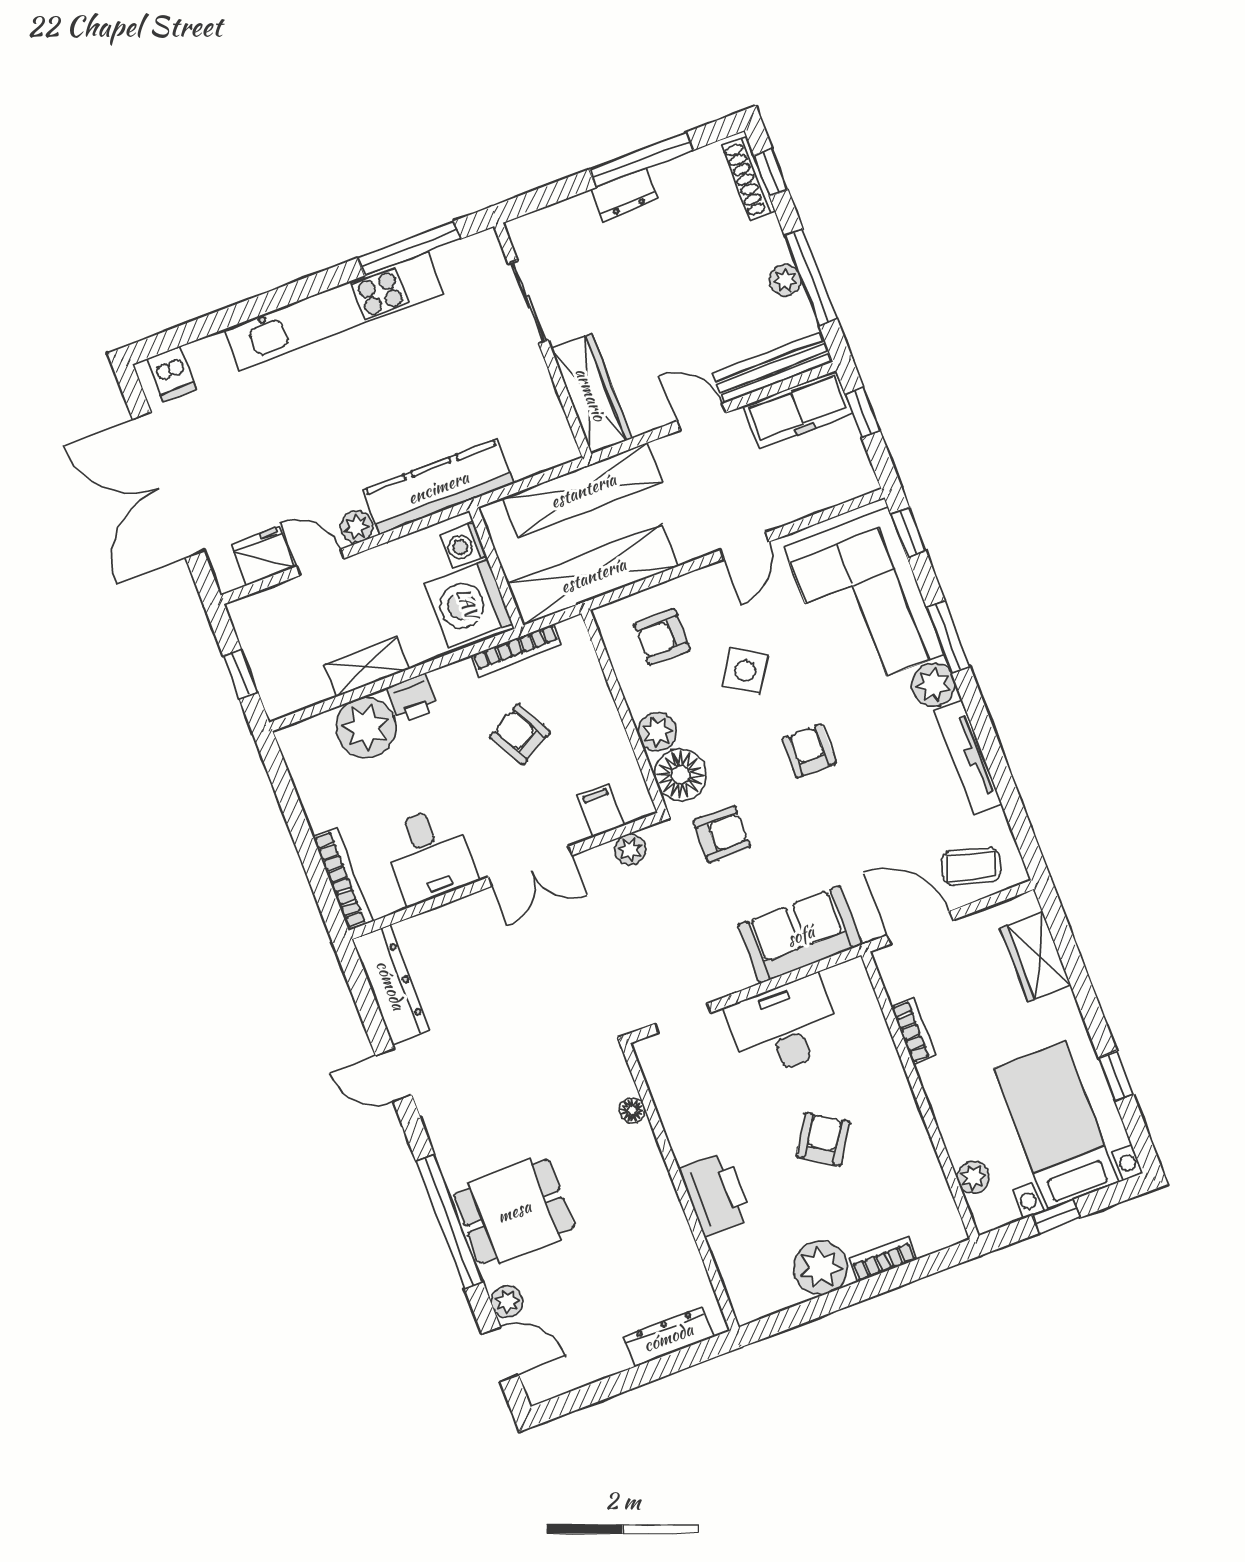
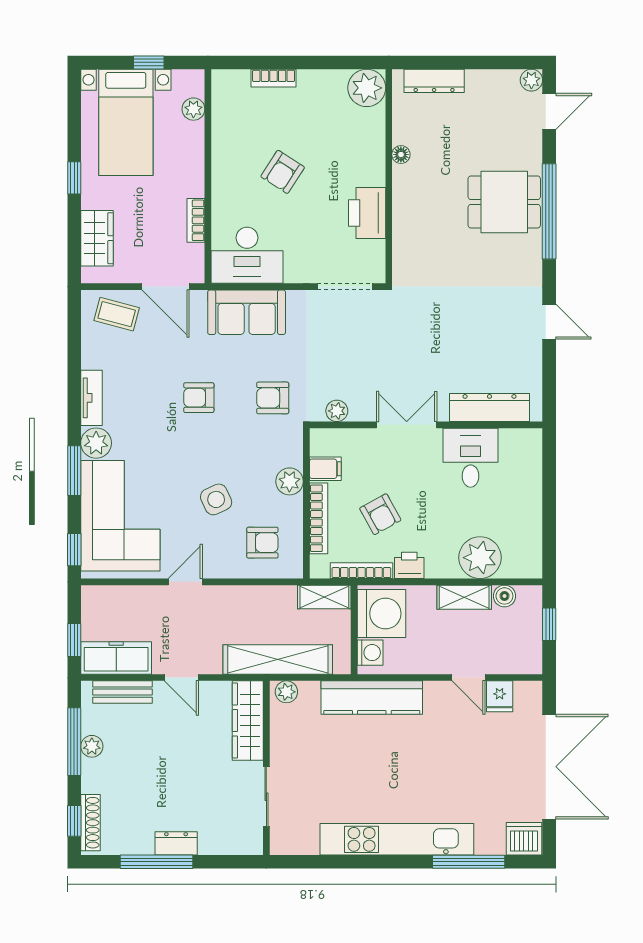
window: (409, 248) -> (469, 862), moved
bench: (772, 368) -> (122, 692), width x0.73
dishwasher: (172, 374) -> (524, 839), width x1.38
plant: (357, 527) -> (286, 692), moved
fridge: (263, 556) -> (500, 696), width x0.72
shelving: (593, 575) -> (324, 597), width x0.45, depth x0.75
side table: (745, 671) -> (216, 499), turned 32
boiler: (314, 689) -> (504, 596), added
printer: (412, 698) -> (409, 565), moved
armchair: (809, 751) -> (199, 398), moved, turned 90
tv unit: (968, 757) -> (91, 398), width x0.71
floor lamp: (681, 775) -> (285, 447), removed
filing cabinet: (601, 810) -> (325, 469), moved, turned -90
bookcase: (343, 879) -> (319, 518), moved, turned 180
dresser: (391, 985) -> (490, 408), moved, turned 90
doorway: (683, 1018) -> (345, 287), width x1.38
desk: (784, 1027) -> (247, 255), moved
window: (1116, 1076) -> (74, 178), moved
floor lamp: (632, 1110) -> (401, 155), moved
printer: (716, 1194) -> (367, 213), moved
plant: (820, 1268) -> (367, 88), moved
plant: (507, 1302) -> (531, 80), moved
door: (500, 1354) -> (549, 111), swing flipped

